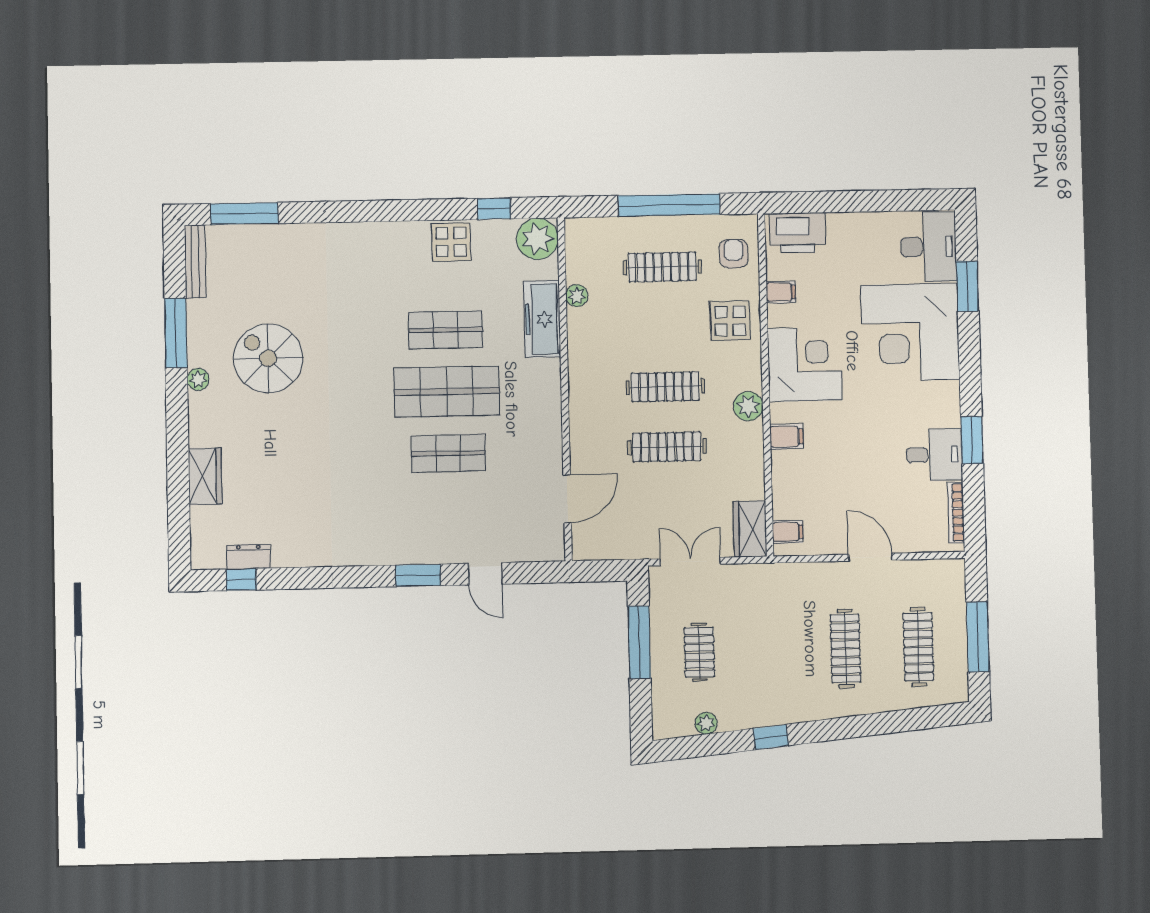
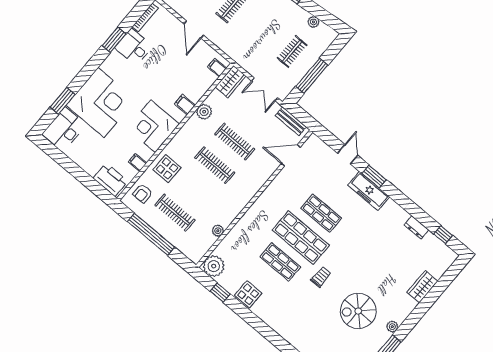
freezer: (542, 319) -> (369, 191), moved, turned 90
spiral stairs: (268, 358) -> (358, 311), turned 90
trolley: (367, 360) -> (321, 277), added
plant: (748, 406) -> (204, 112), moved
bench: (611, 549) -> (291, 121), added
dresser: (249, 557) -> (416, 227), moved

